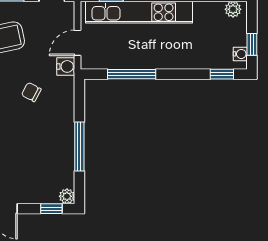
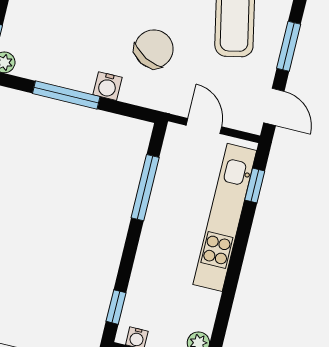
water cooler: (66, 66) -> (107, 86), moved
chair: (31, 92) -> (154, 49), width x1.87, depth x1.87

